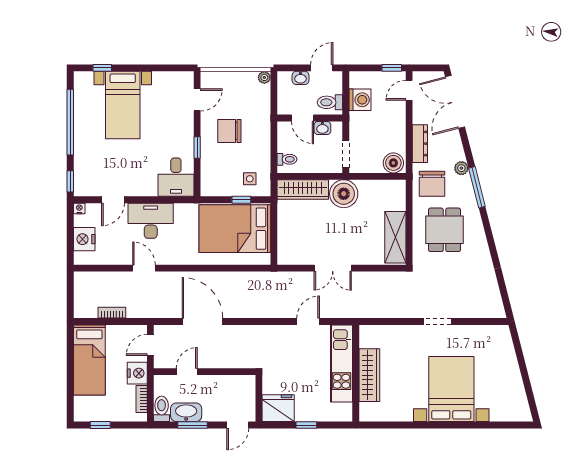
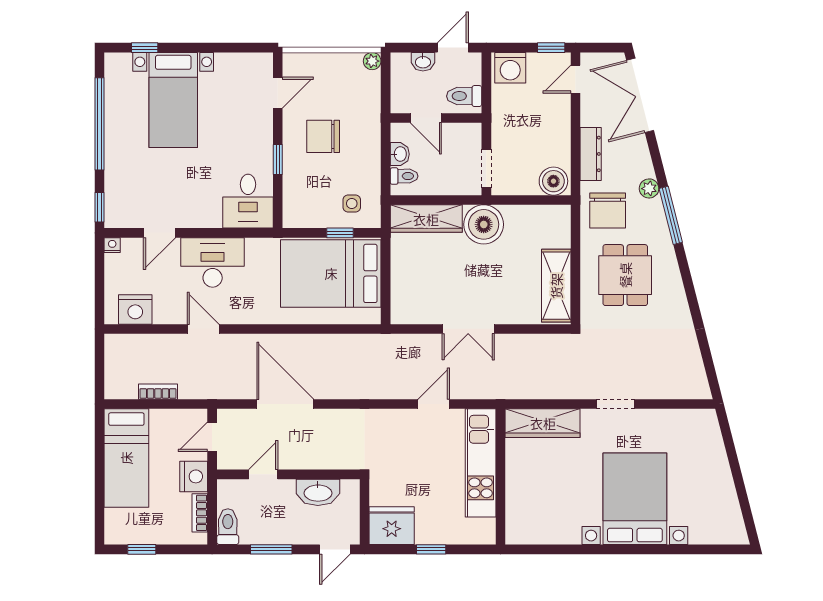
washing machine: (360, 100) -> (510, 68), moved, turned 90
washbasin: (322, 128) -> (400, 154), moved, turned -90
nightstand: (84, 239) -> (135, 309), moved, turned -90
wardrobe: (369, 375) -> (543, 423), moved, turned 90
washbasin: (186, 412) -> (318, 492), moved, turned 180

